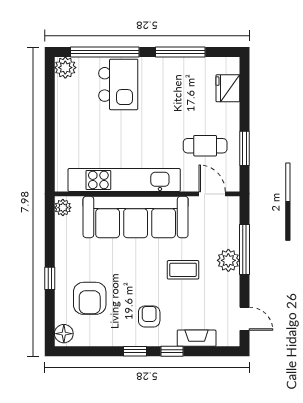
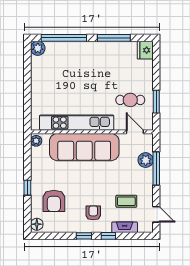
kitchen island: (118, 84) -> (73, 59), removed
fridge: (228, 88) -> (145, 50), moved
plant: (228, 260) -> (146, 160), moved
coffee table: (183, 270) -> (126, 201), moved

